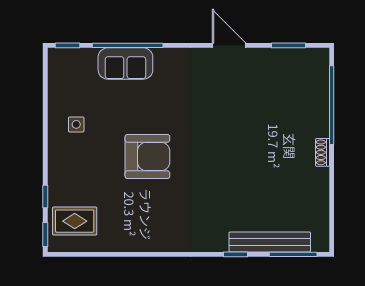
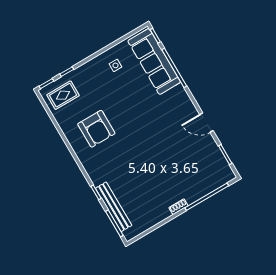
door: (229, 45) -> (206, 123), swing flipped
sofa: (125, 64) -> (154, 61), width x1.85, depth x1.27
armchair: (147, 157) -> (96, 129), moved
rug: (75, 221) -> (63, 95), turned 90

